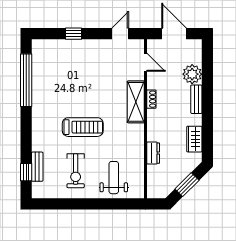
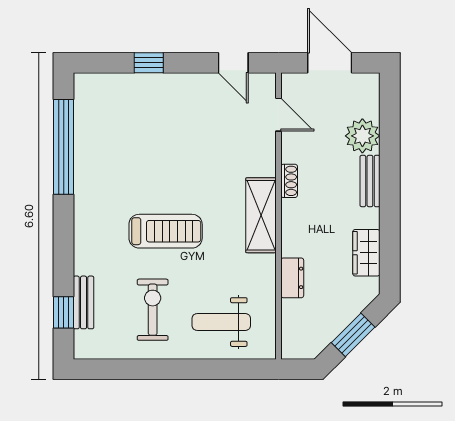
door: (120, 34) -> (233, 63), swing flipped
shelving: (136, 102) -> (261, 215), moved
exercise bike: (76, 171) -> (153, 310), turned 180
weight bench: (114, 178) -> (221, 322), turned -90

